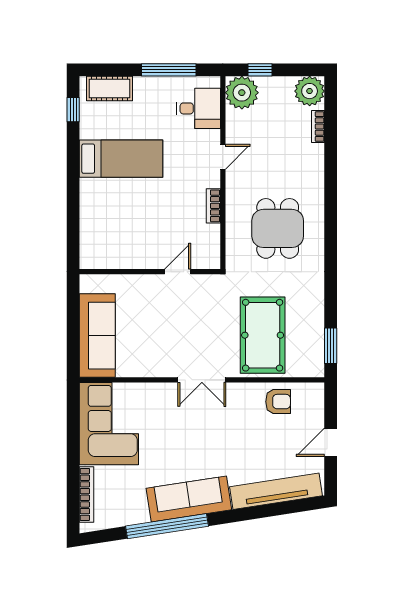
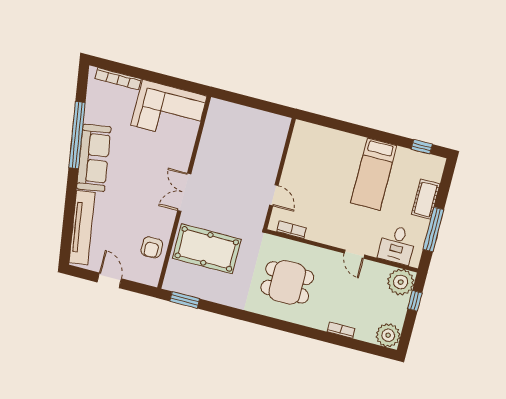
cot: (110, 89) -> (426, 199), moved
bookcase: (318, 127) -> (341, 330), moved
bookcase: (213, 206) -> (292, 230), moved
sofa: (97, 336) -> (240, 119), removed

